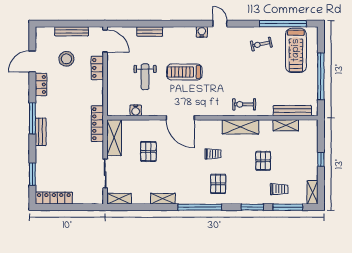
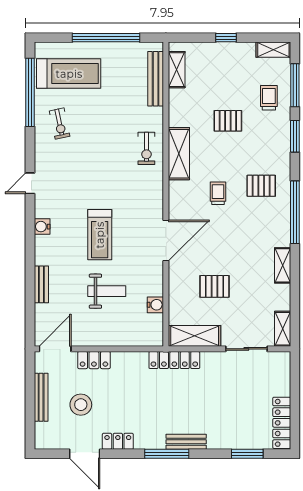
water cooler: (202, 32) -> (42, 227), moved
shelving: (286, 125) -> (177, 70), moved

